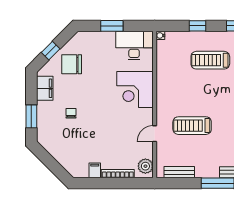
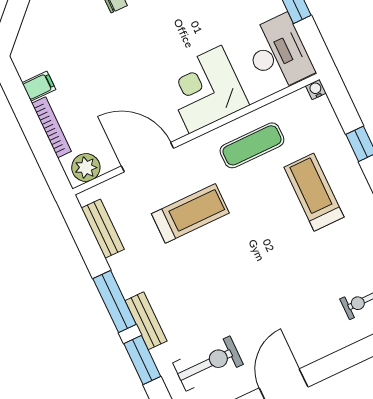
exercise mat: (173, 80) -> (252, 145), added
treadmill: (192, 126) -> (190, 213), turned 90
door: (155, 134) -> (147, 157), width x1.87

